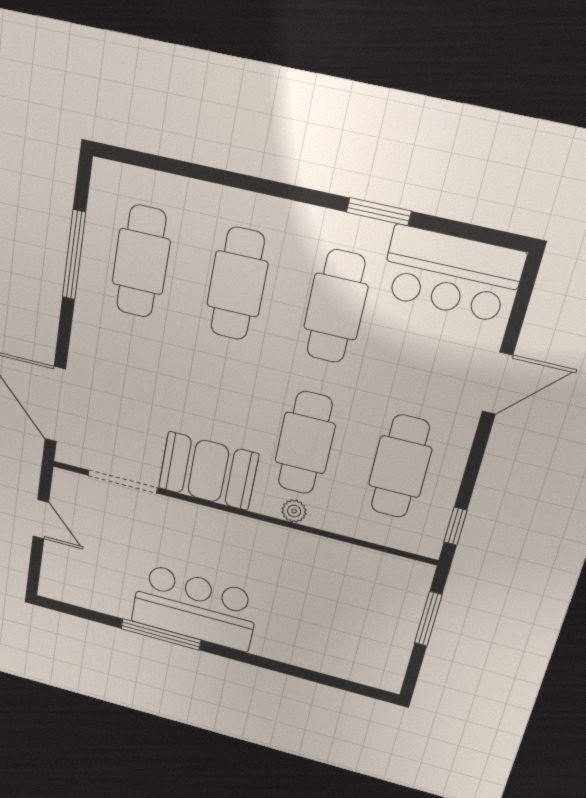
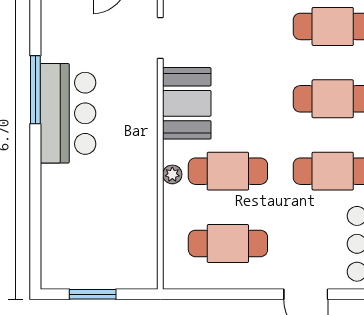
doorway: (123, 482) -> (160, 38), width x0.73
window: (455, 526) -> (193, 294), removed
window: (428, 619) -> (93, 294), moved

